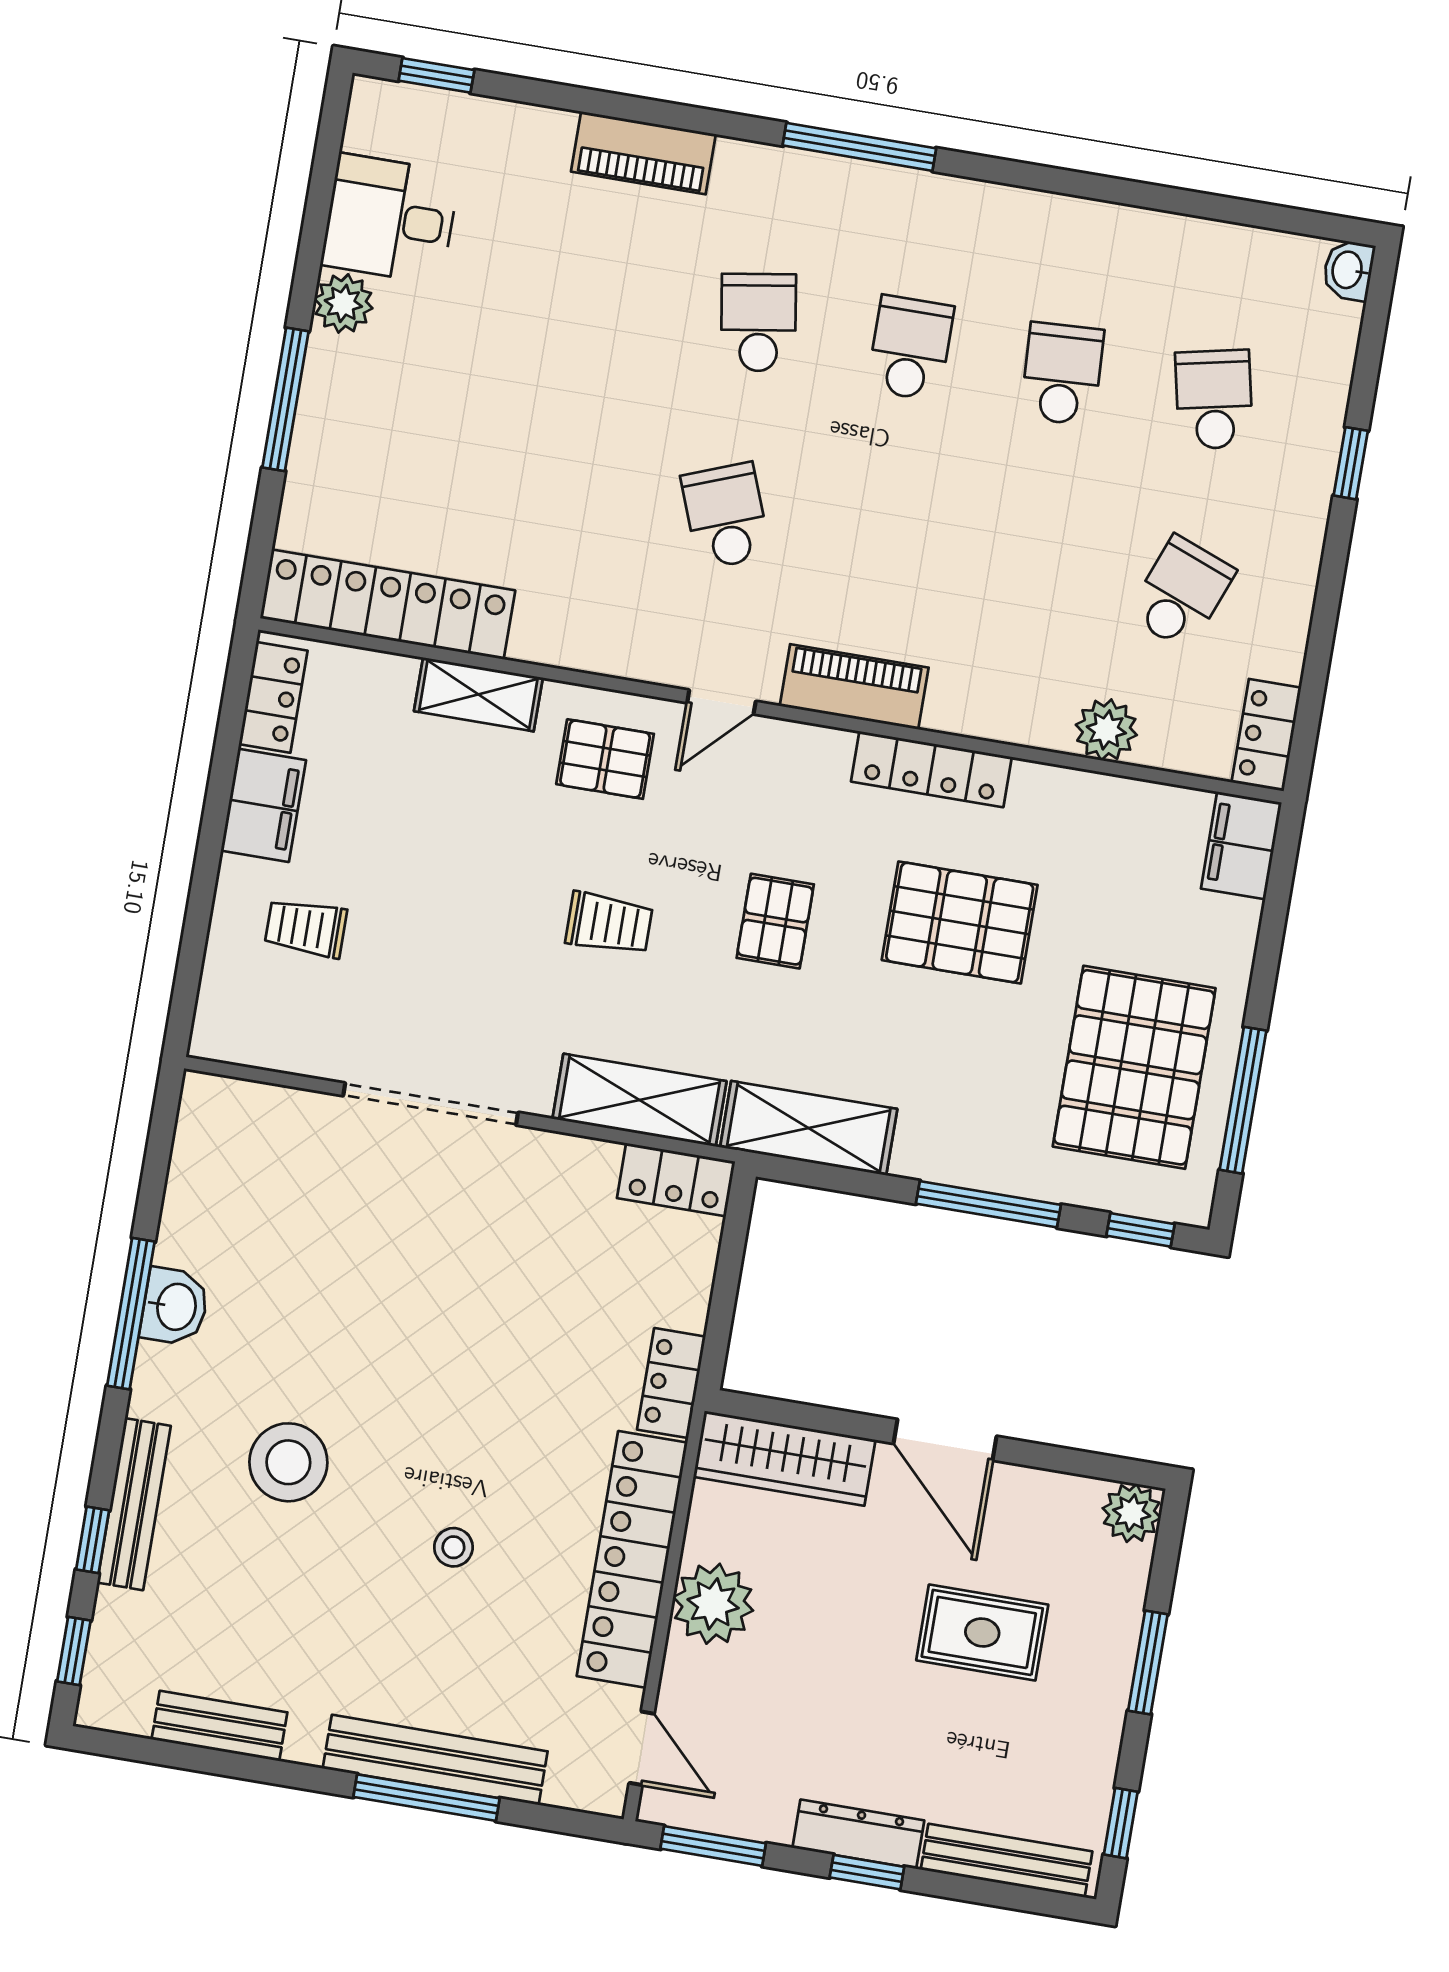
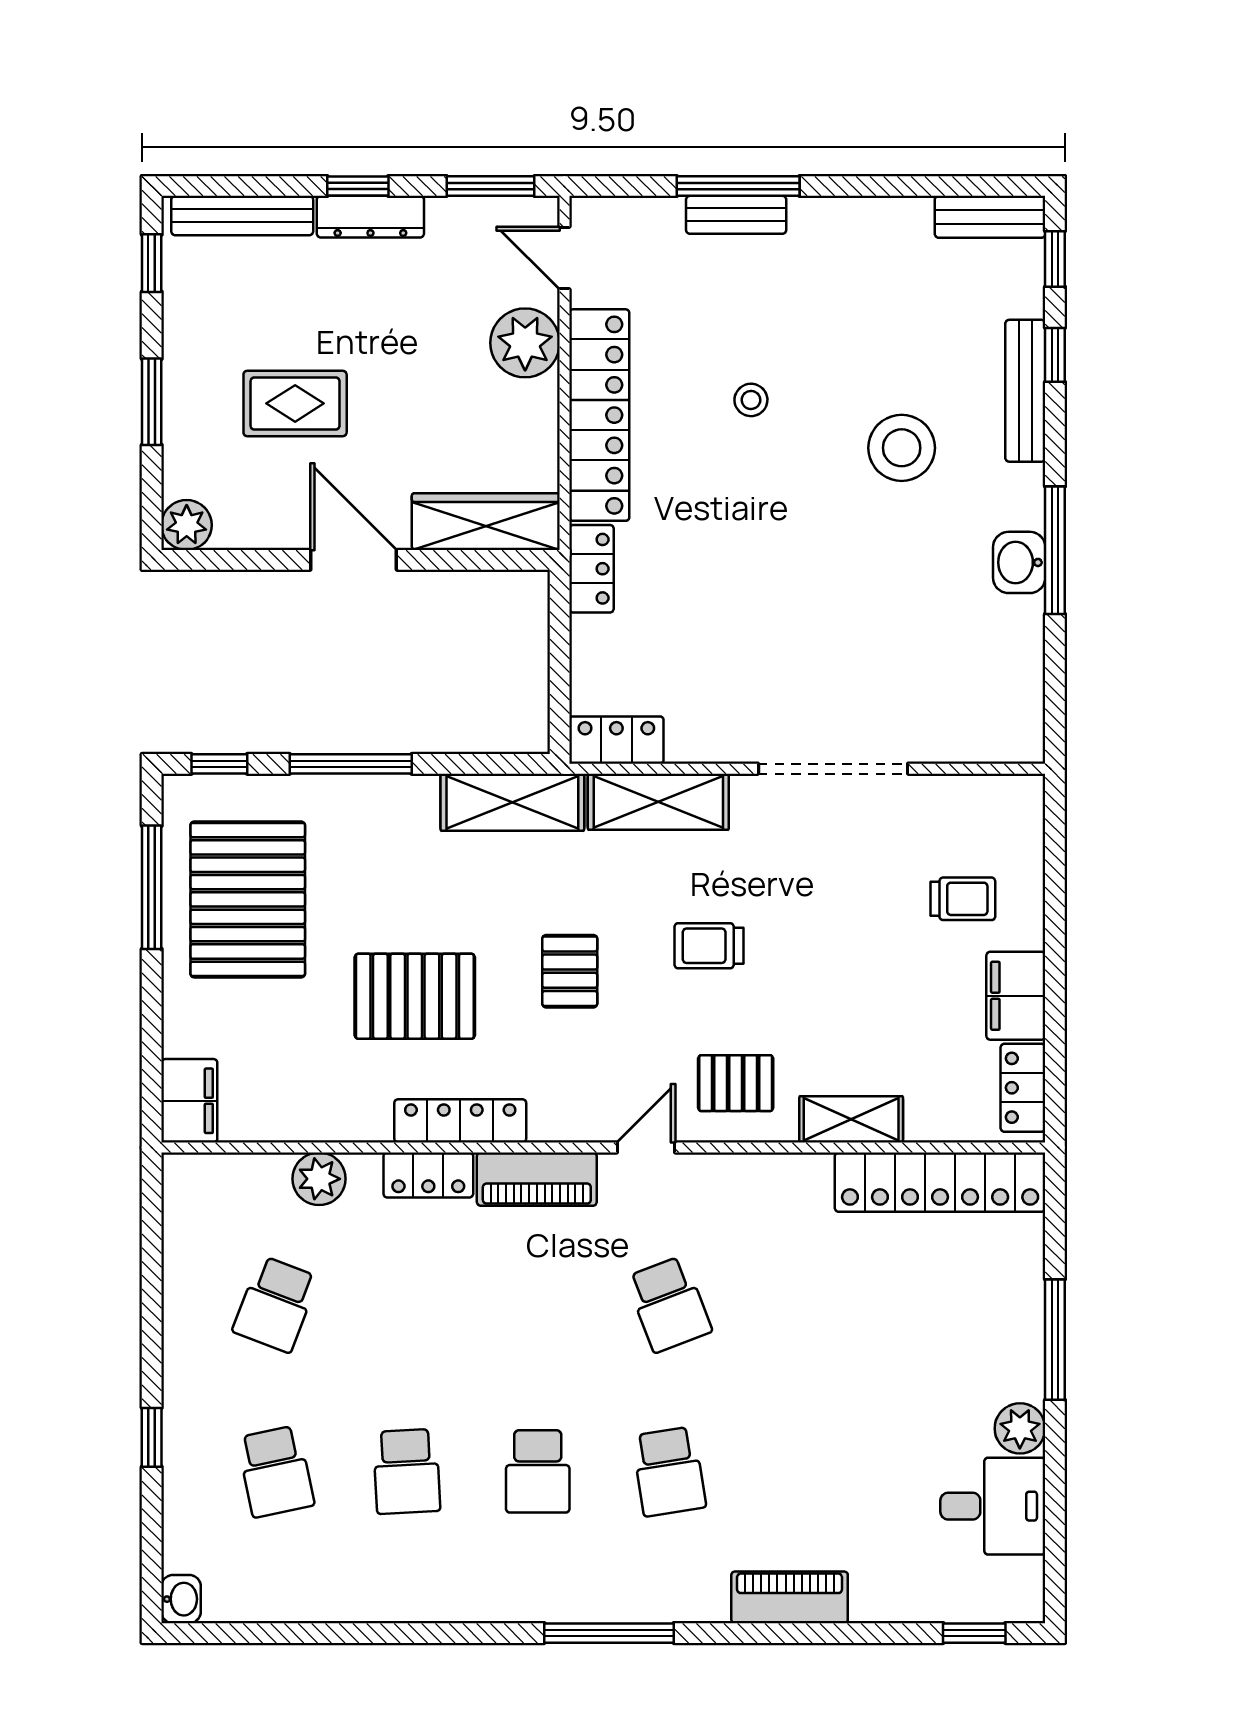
locker: (1266, 735) -> (428, 1175), moved, turned 90
plant: (713, 1604) -> (525, 343), moved
bench: (219, 1726) -> (990, 217), moved
bench: (435, 1760) -> (736, 215), width x0.54, depth x0.82

